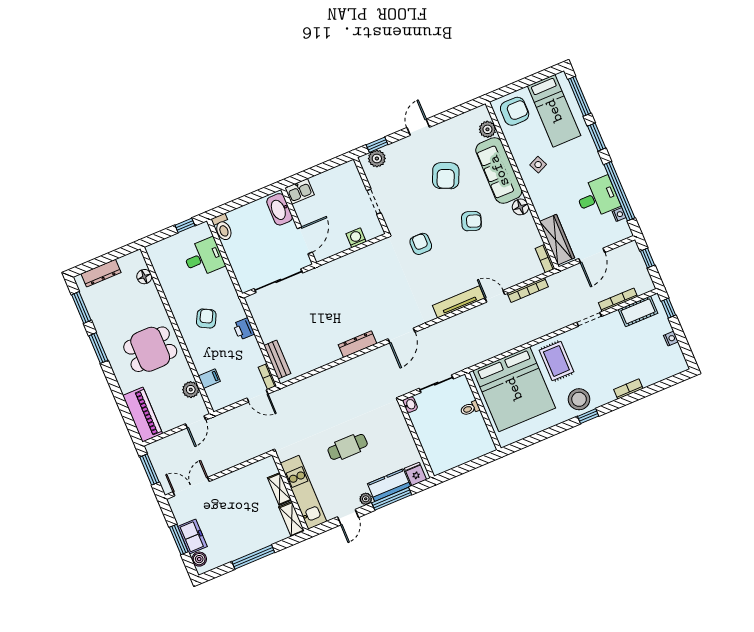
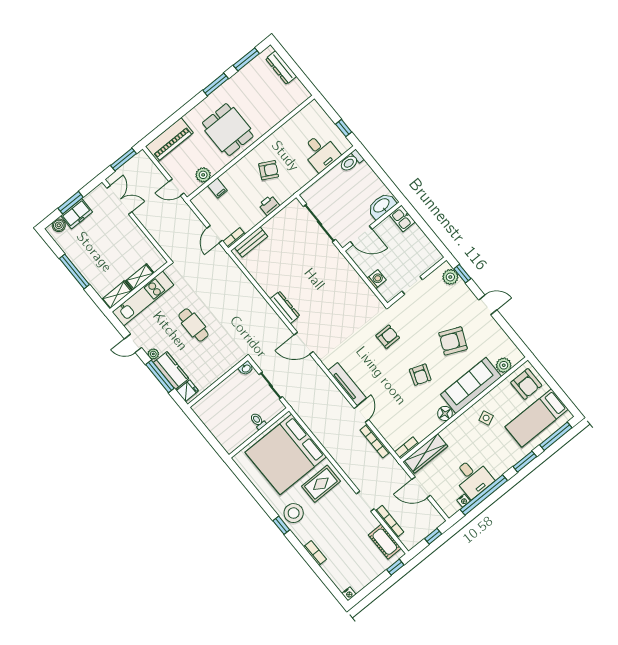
floor lamp: (144, 277) -> (289, 106), removed
nightstand: (671, 339) -> (349, 594), moved

